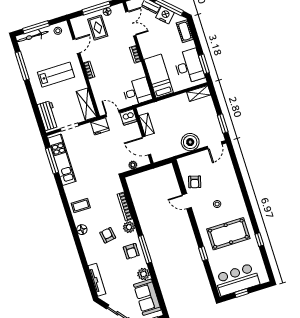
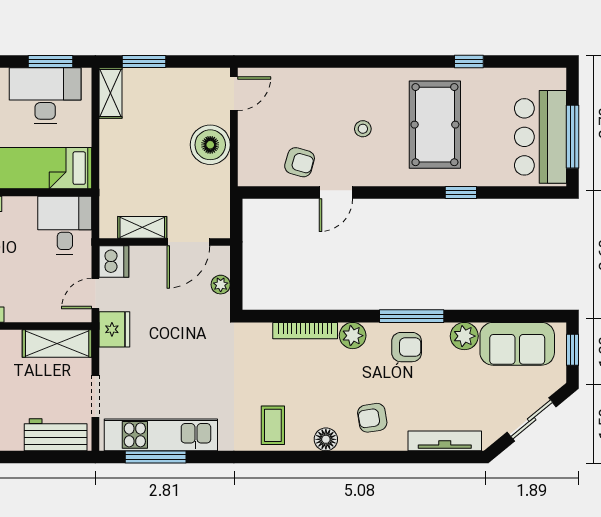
window: (223, 124) -> (144, 62), moved
door: (215, 145) -> (234, 94), hinge flipped
armchair: (108, 235) -> (372, 418), moved
window: (242, 293) -> (572, 137), width x2.17

